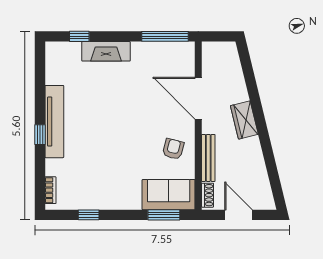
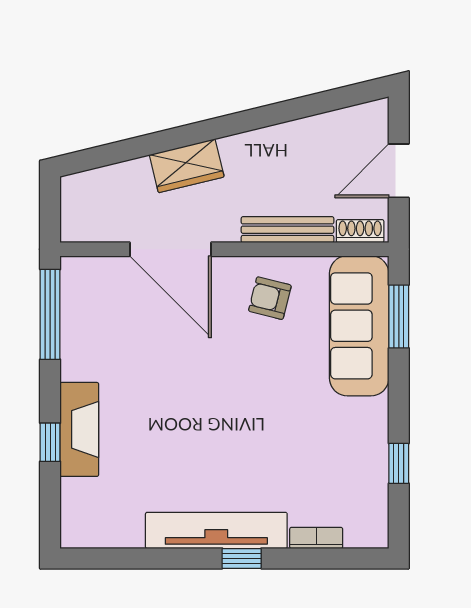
window: (79, 36) -> (50, 442), moved
door: (198, 98) -> (170, 249), hinge flipped
wardrobe: (244, 120) -> (187, 166), moved
bookcase: (50, 190) -> (316, 538), moved
sofa: (169, 195) -> (359, 326), width x1.36

